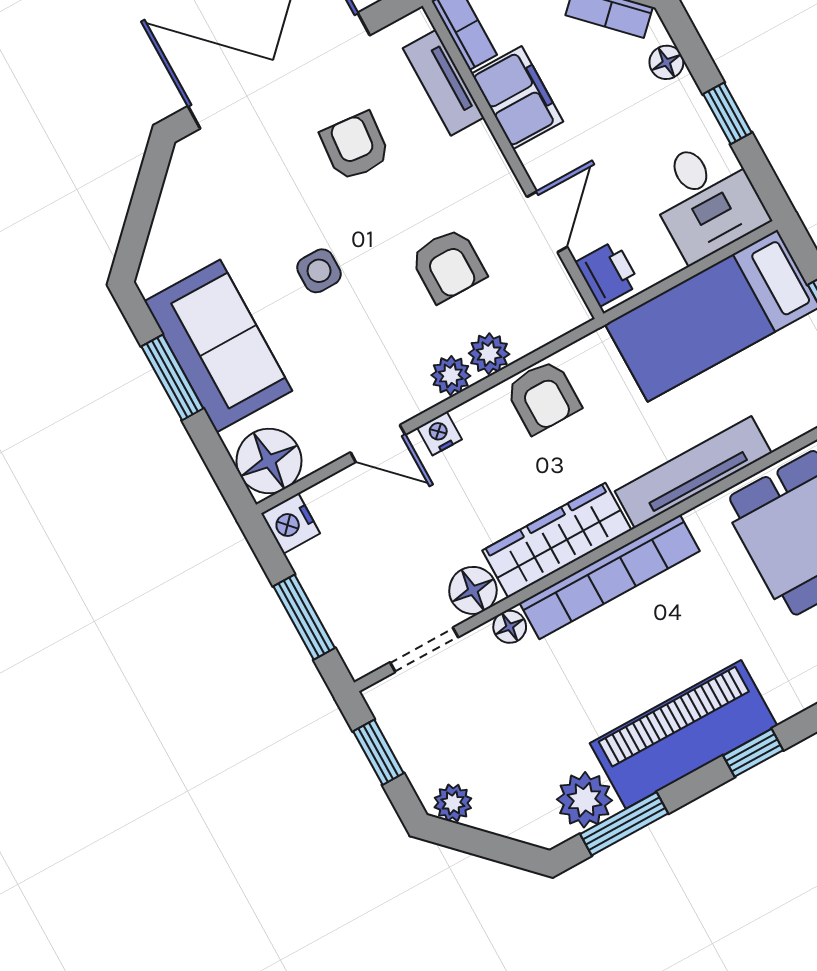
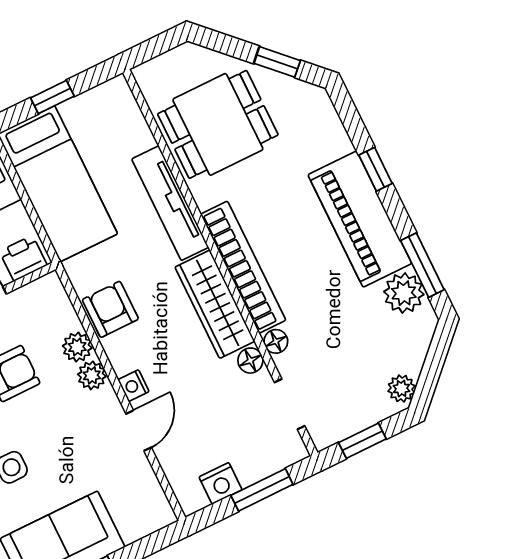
armchair: (543, 397) -> (110, 309), turned -90
floor lamp: (269, 461) -> (148, 510), removed
nightstand: (291, 523) -> (220, 483), moved
floor lamp: (473, 590) -> (250, 361), width x0.73, depth x0.73

